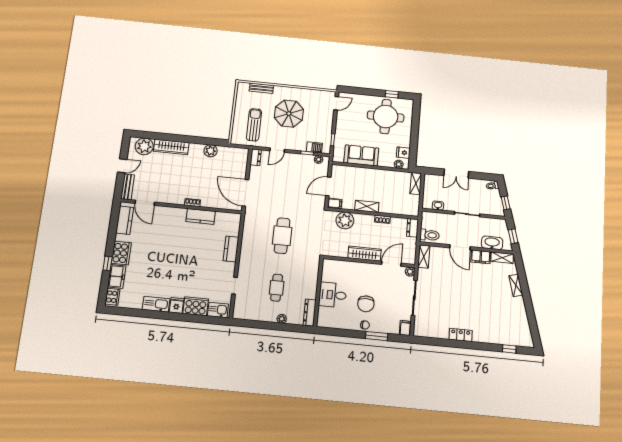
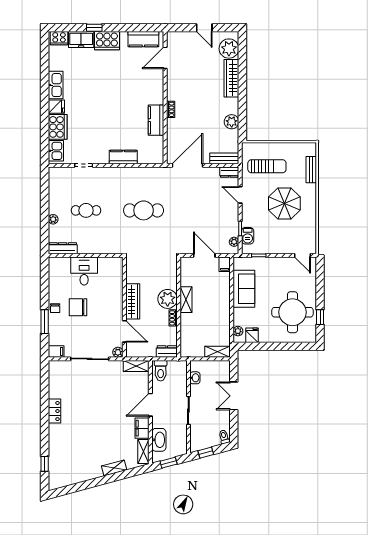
bench: (128, 187) -> (224, 158), moved
filing cabinet: (335, 203) -> (225, 264), moved
plant: (345, 220) -> (168, 299), moved

